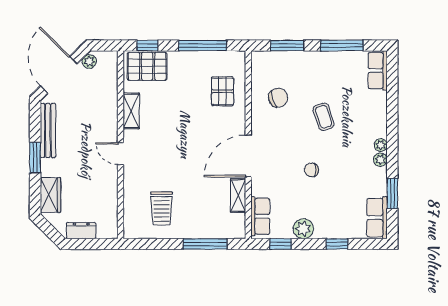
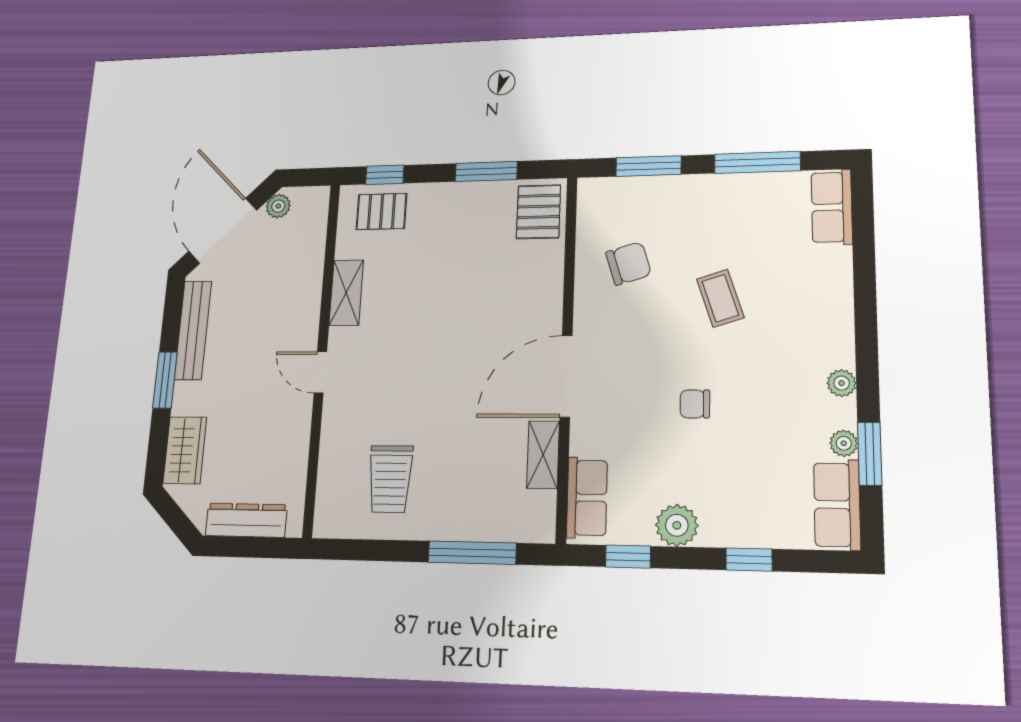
window: (203, 46) -> (486, 171), width x0.69
pallet: (147, 66) -> (381, 212), width x0.67, depth x0.71
pallet: (222, 91) -> (538, 212), moved
plant: (381, 145) -> (844, 443), moved
dresser: (81, 231) -> (246, 520), width x1.44

